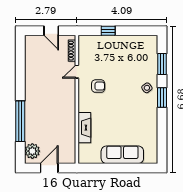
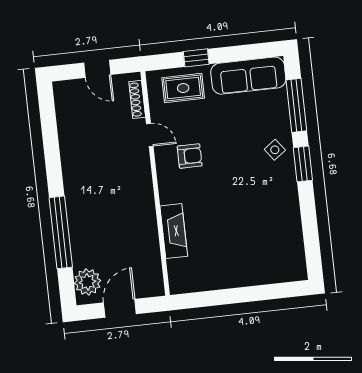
rug: (99, 47) -> (183, 88), added
window: (162, 64) -> (296, 105), width x1.44
door: (77, 72) -> (150, 135), swing flipped
sofa: (122, 155) -> (248, 76), moved, turned 180

